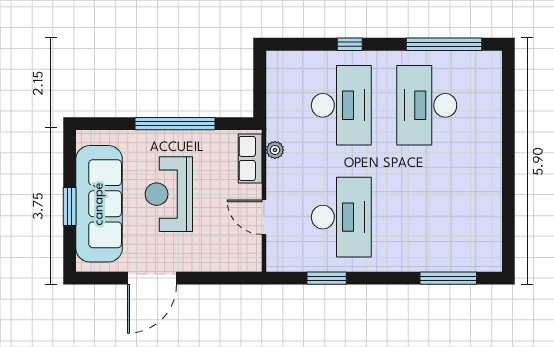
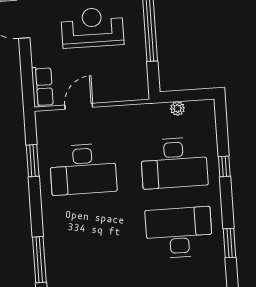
window: (444, 44) -> (230, 243), width x0.47
plant: (275, 150) -> (177, 108), moved
row of seats: (250, 158) -> (42, 87), moved, turned 90

